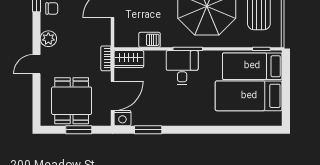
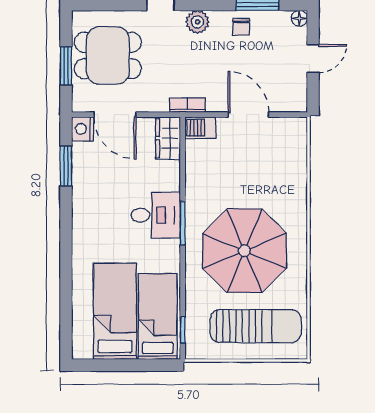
barbecue: (150, 40) -> (200, 128), moved, turned 90
bookcase: (106, 58) -> (187, 105), moved

